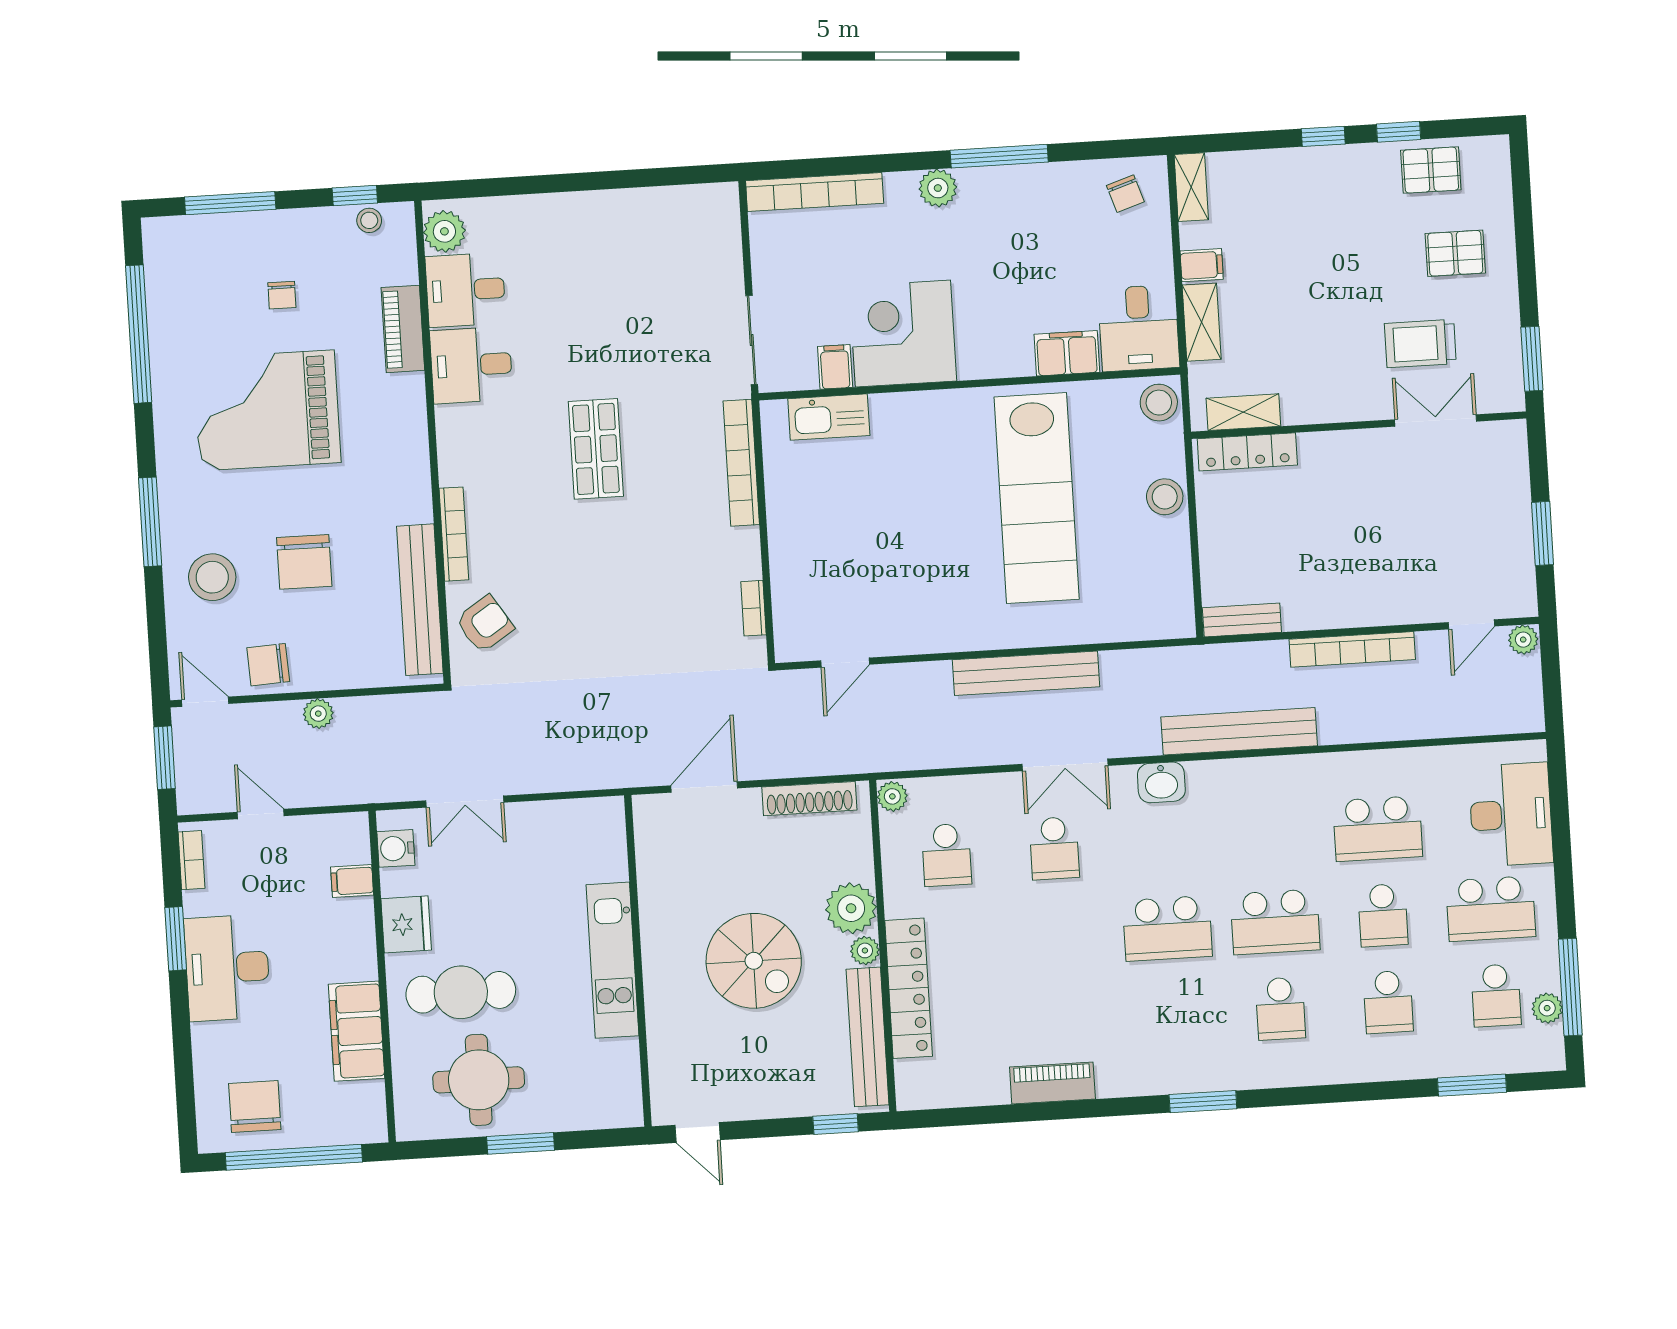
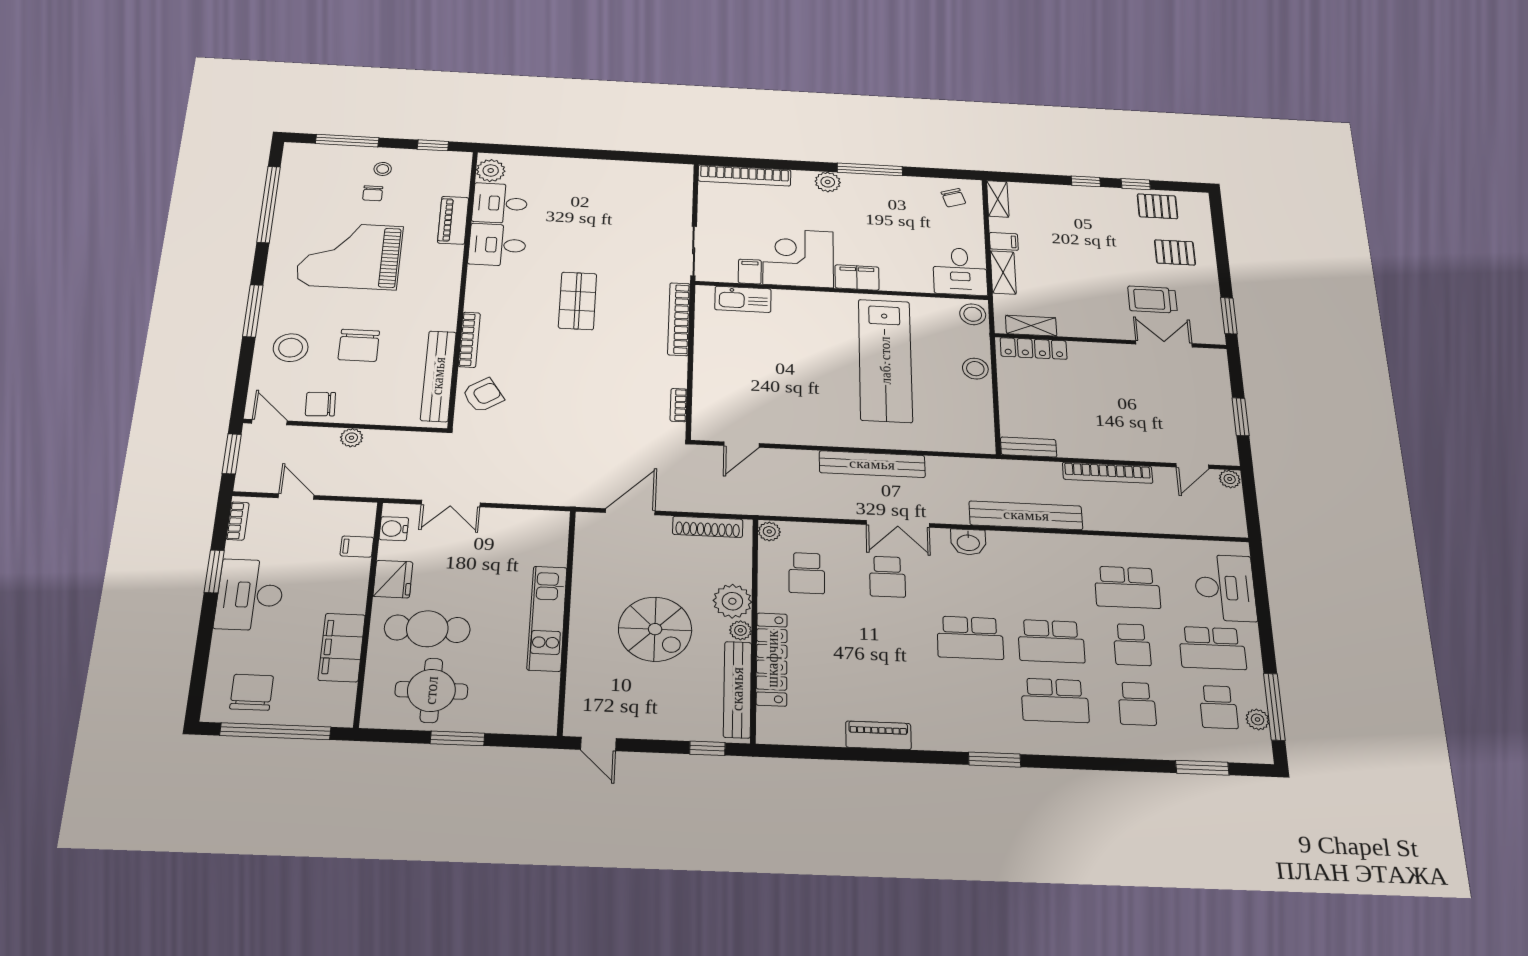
stool: (369, 220) -> (383, 169), moved
filing cabinet: (1067, 353) -> (857, 277), moved
school desk: (1280, 1009) -> (1055, 700), width x1.85

